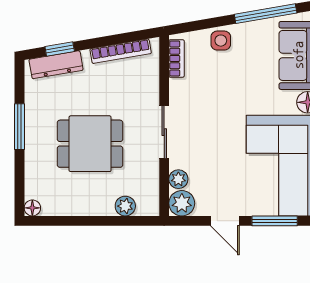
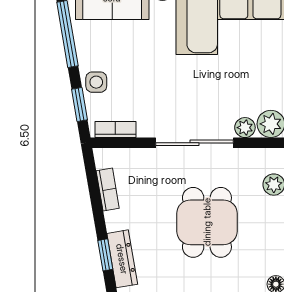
window: (200, 25) -> (80, 105), added
bookcase: (121, 51) -> (108, 190), width x0.64
sliding door: (164, 132) -> (195, 143), width x1.37

